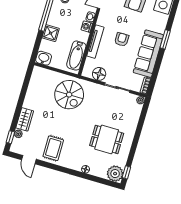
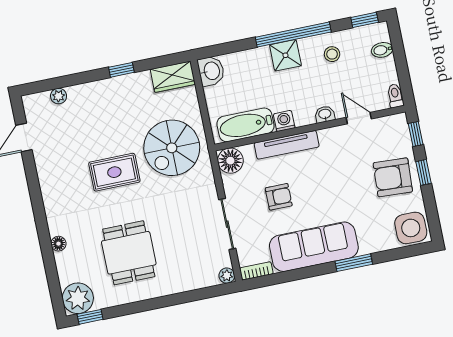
washing machine: (87, 27) -> (284, 121), moved
shower: (51, 33) -> (285, 55), moved
armchair: (122, 39) -> (279, 197), moved
floor lamp: (99, 74) -> (230, 161), moved
wardrobe: (25, 119) -> (173, 77), moved
window: (10, 137) -> (121, 70), moved
rug: (53, 148) -> (114, 172), moved

